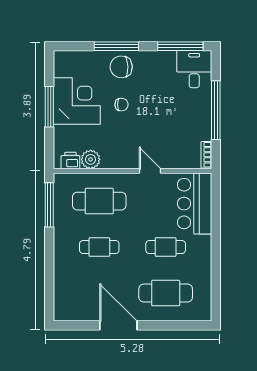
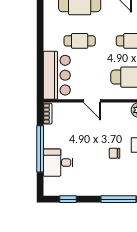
window: (180, 46) -> (68, 199), width x0.46
chair: (121, 67) -> (115, 183), removed
desk: (194, 69) -> (58, 163), moved, turned 90

